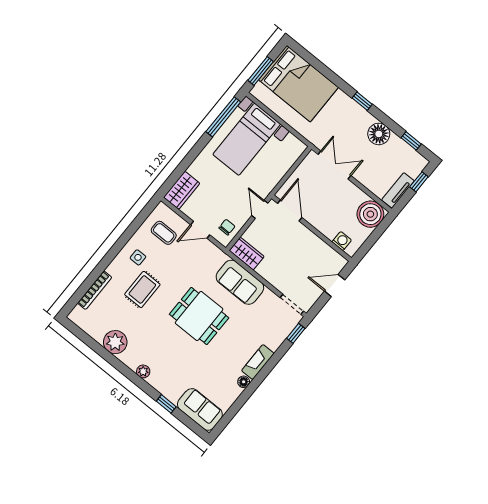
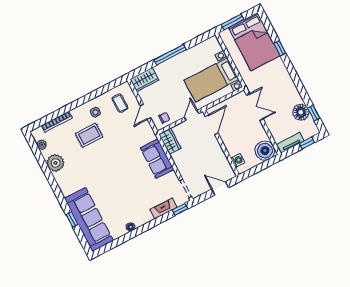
window: (362, 101) -> (280, 48), moved
window: (223, 117) -> (170, 55), moved
floor lamp: (379, 134) -> (301, 112), moved
bed with nightstands: (247, 139) -> (211, 80), moved
door: (200, 230) -> (145, 112), hinge flipped
dining table: (199, 316) -> (120, 170), removed
fireplace: (258, 362) -> (164, 208), moved
plant: (143, 371) -> (42, 145), moved
sofa: (200, 409) -> (89, 219), width x1.85, depth x1.27

